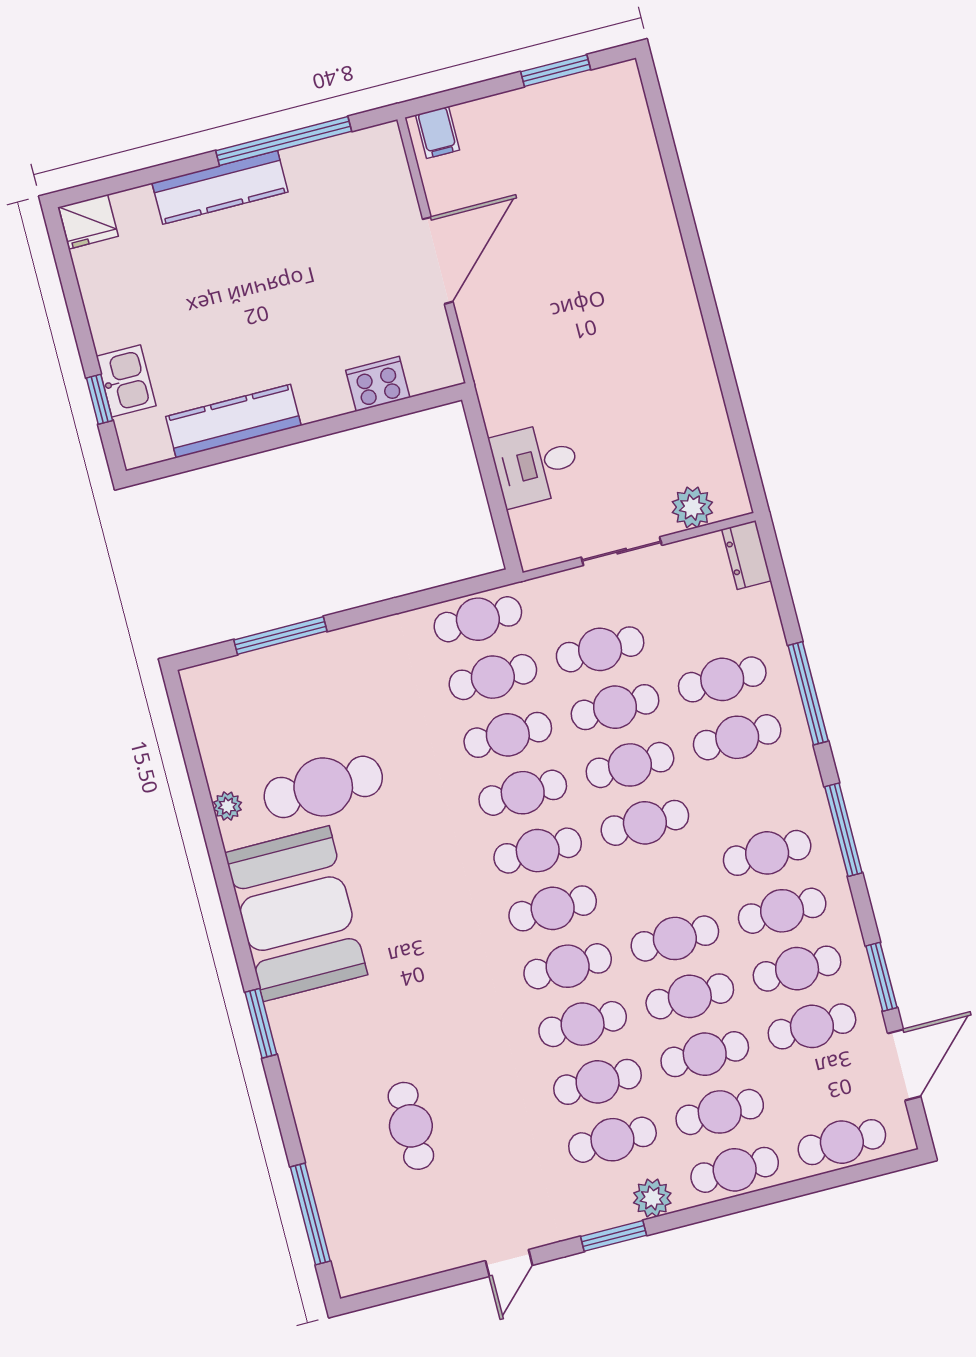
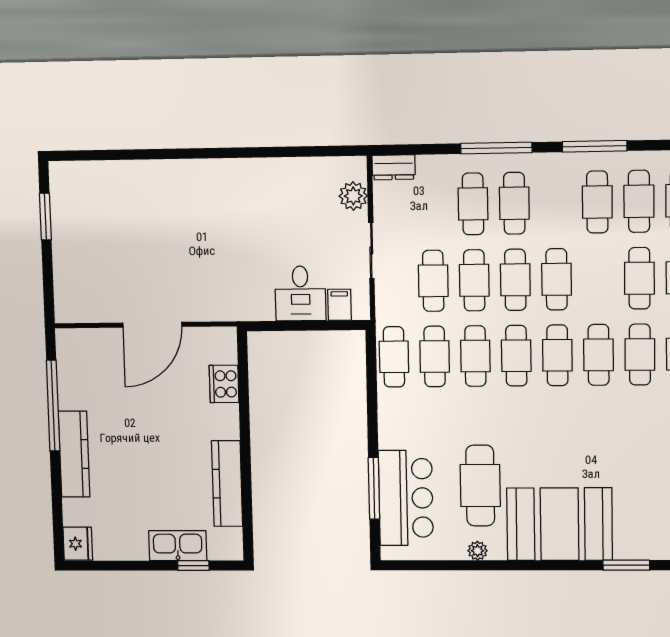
filing cabinet: (437, 132) -> (339, 305), moved, turned -90
door: (438, 260) -> (152, 325), swing flipped
kitchen sink: (126, 381) -> (178, 546), width x1.38
bar counter: (278, 685) -> (406, 498), added

